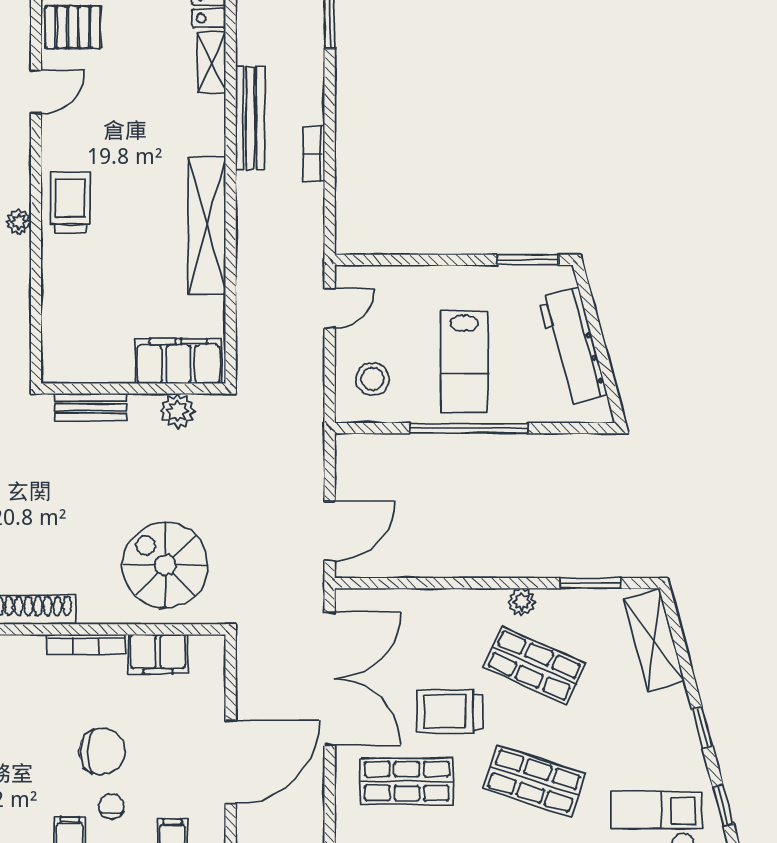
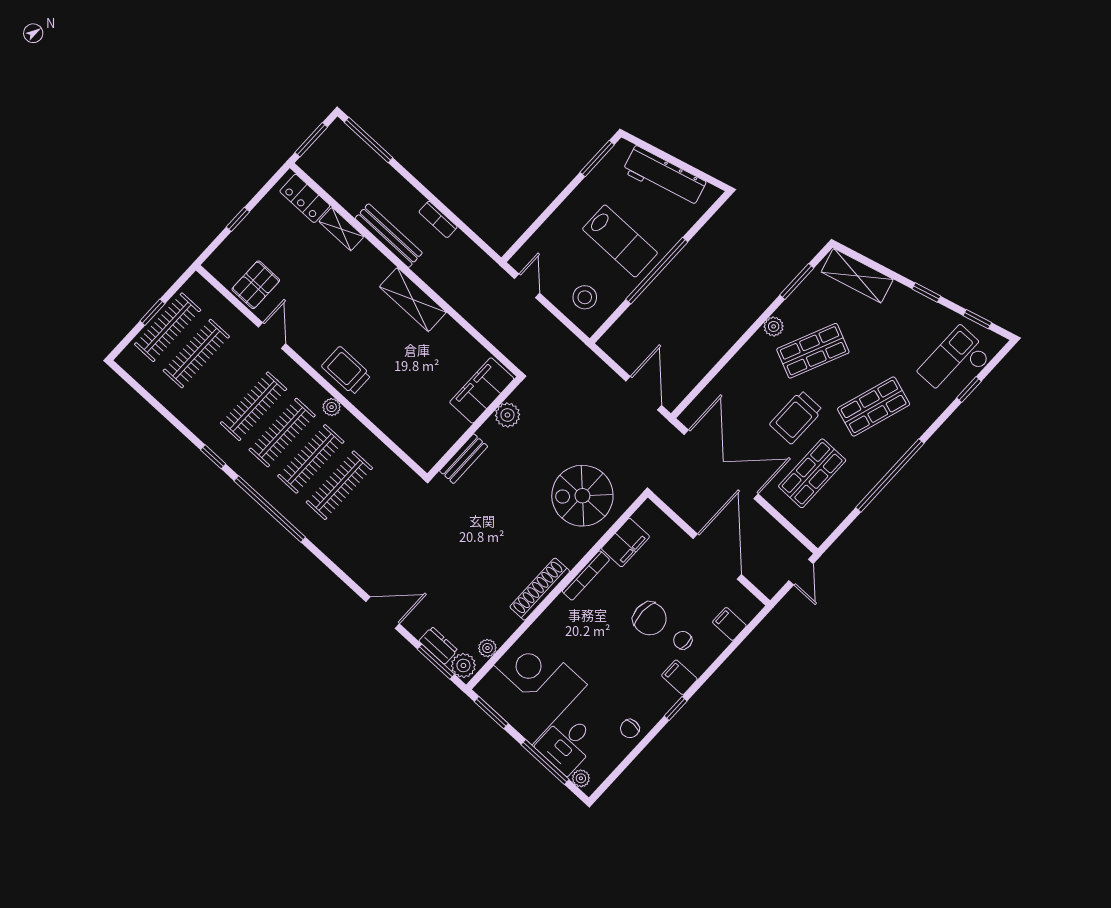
shelving: (207, 225) -> (413, 300), width x0.68
chair: (102, 751) -> (650, 619), turned 89

